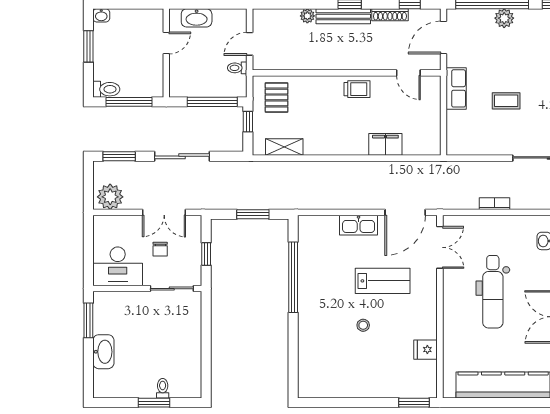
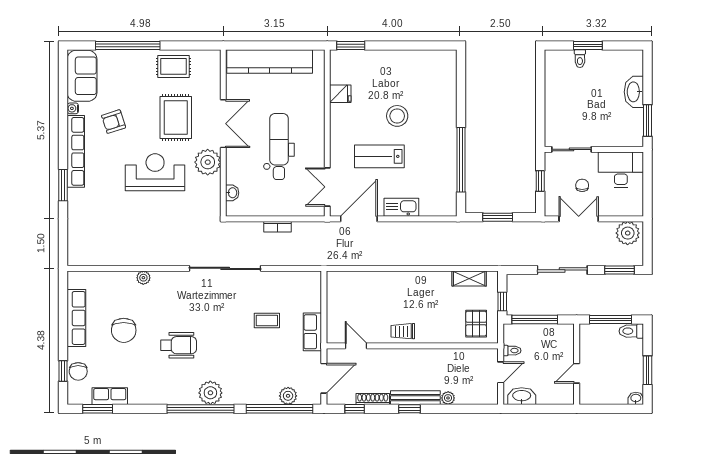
washbasin: (197, 18) -> (522, 396), moved
plant: (504, 18) -> (288, 396), moved
filing cabinet: (385, 144) -> (377, 281), removed
stool: (363, 325) -> (397, 116), width x1.89, depth x1.89

